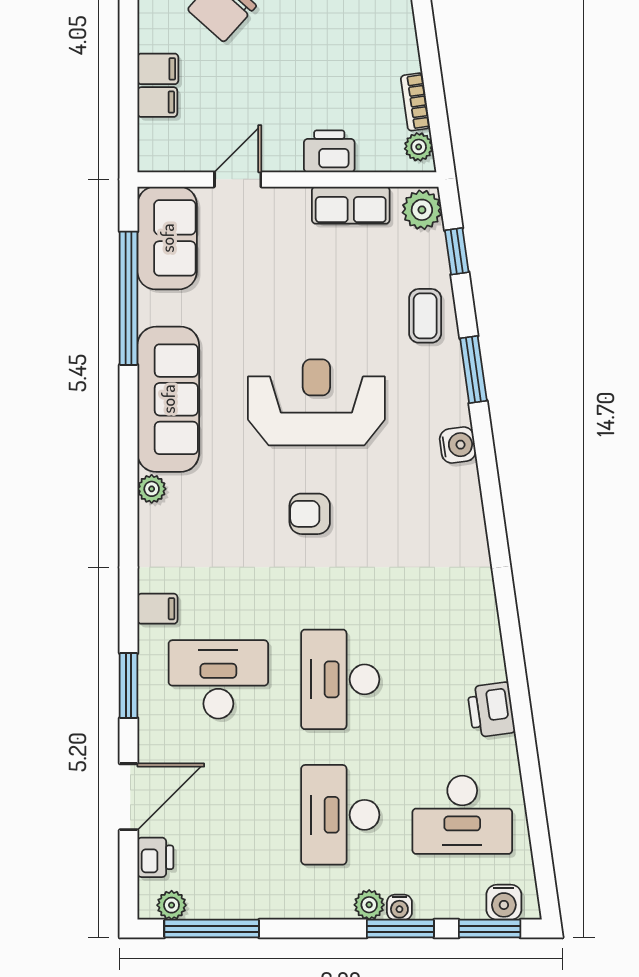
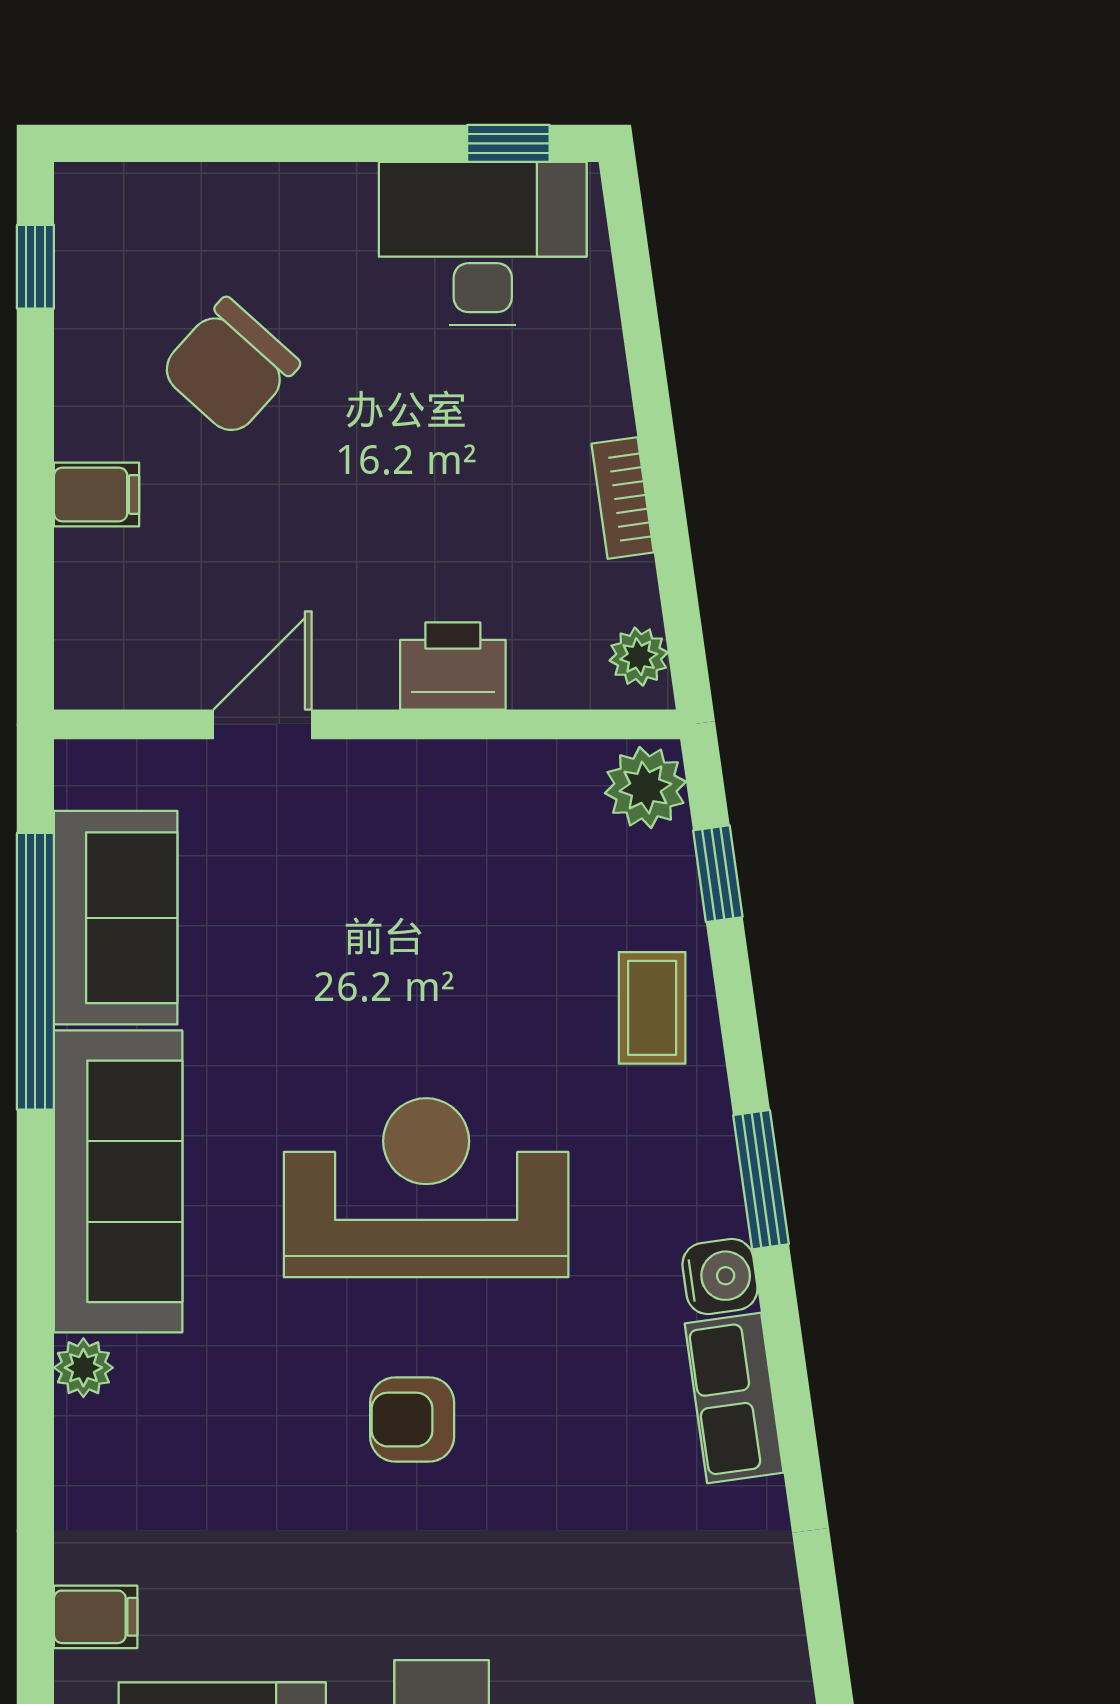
filing cabinet: (157, 102) -> (95, 563), removed
bookcase: (415, 102) -> (623, 498), moved
row of seats: (351, 205) -> (734, 1398), moved, turned 82
sofa: (167, 238) -> (116, 918), moved
window: (473, 370) -> (761, 1180), moved

